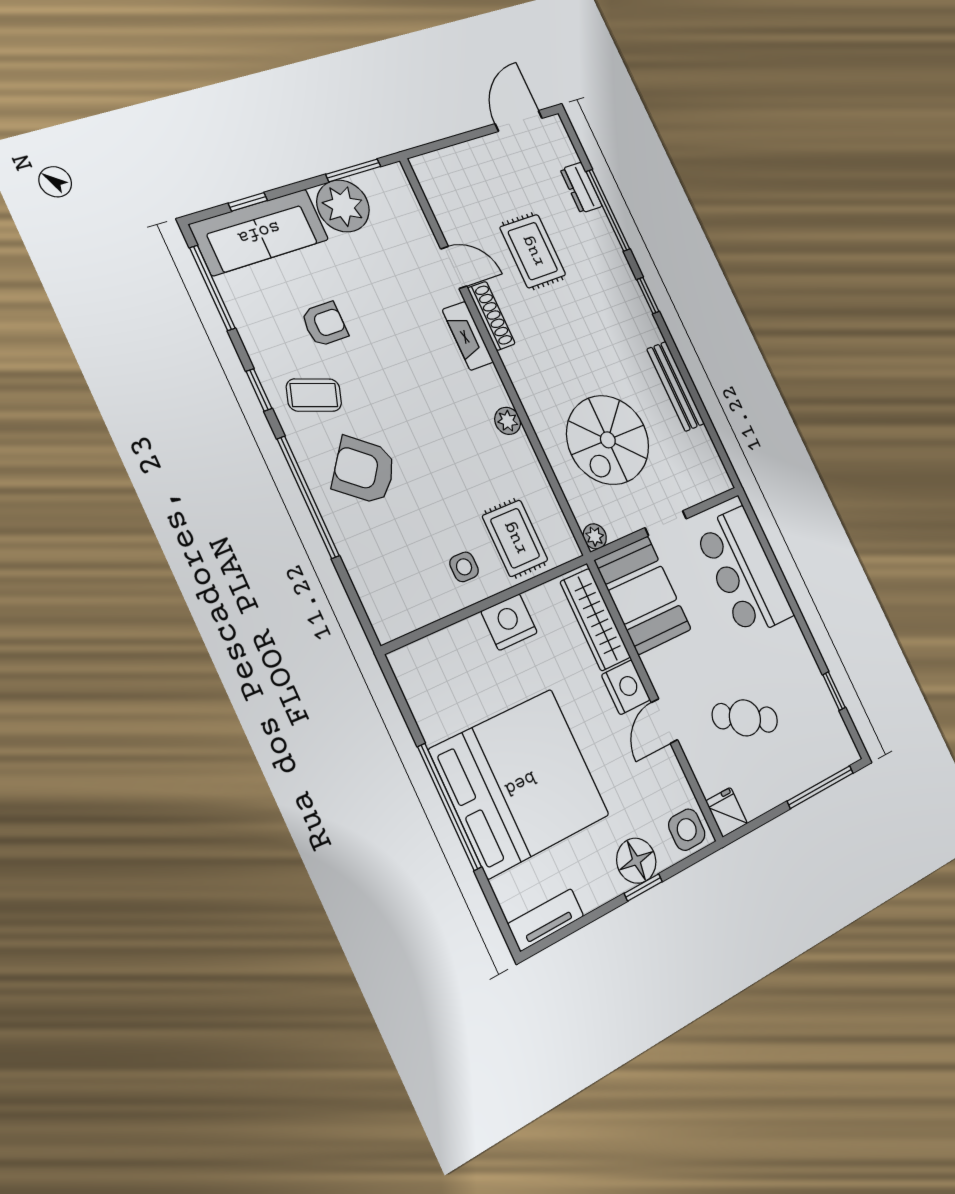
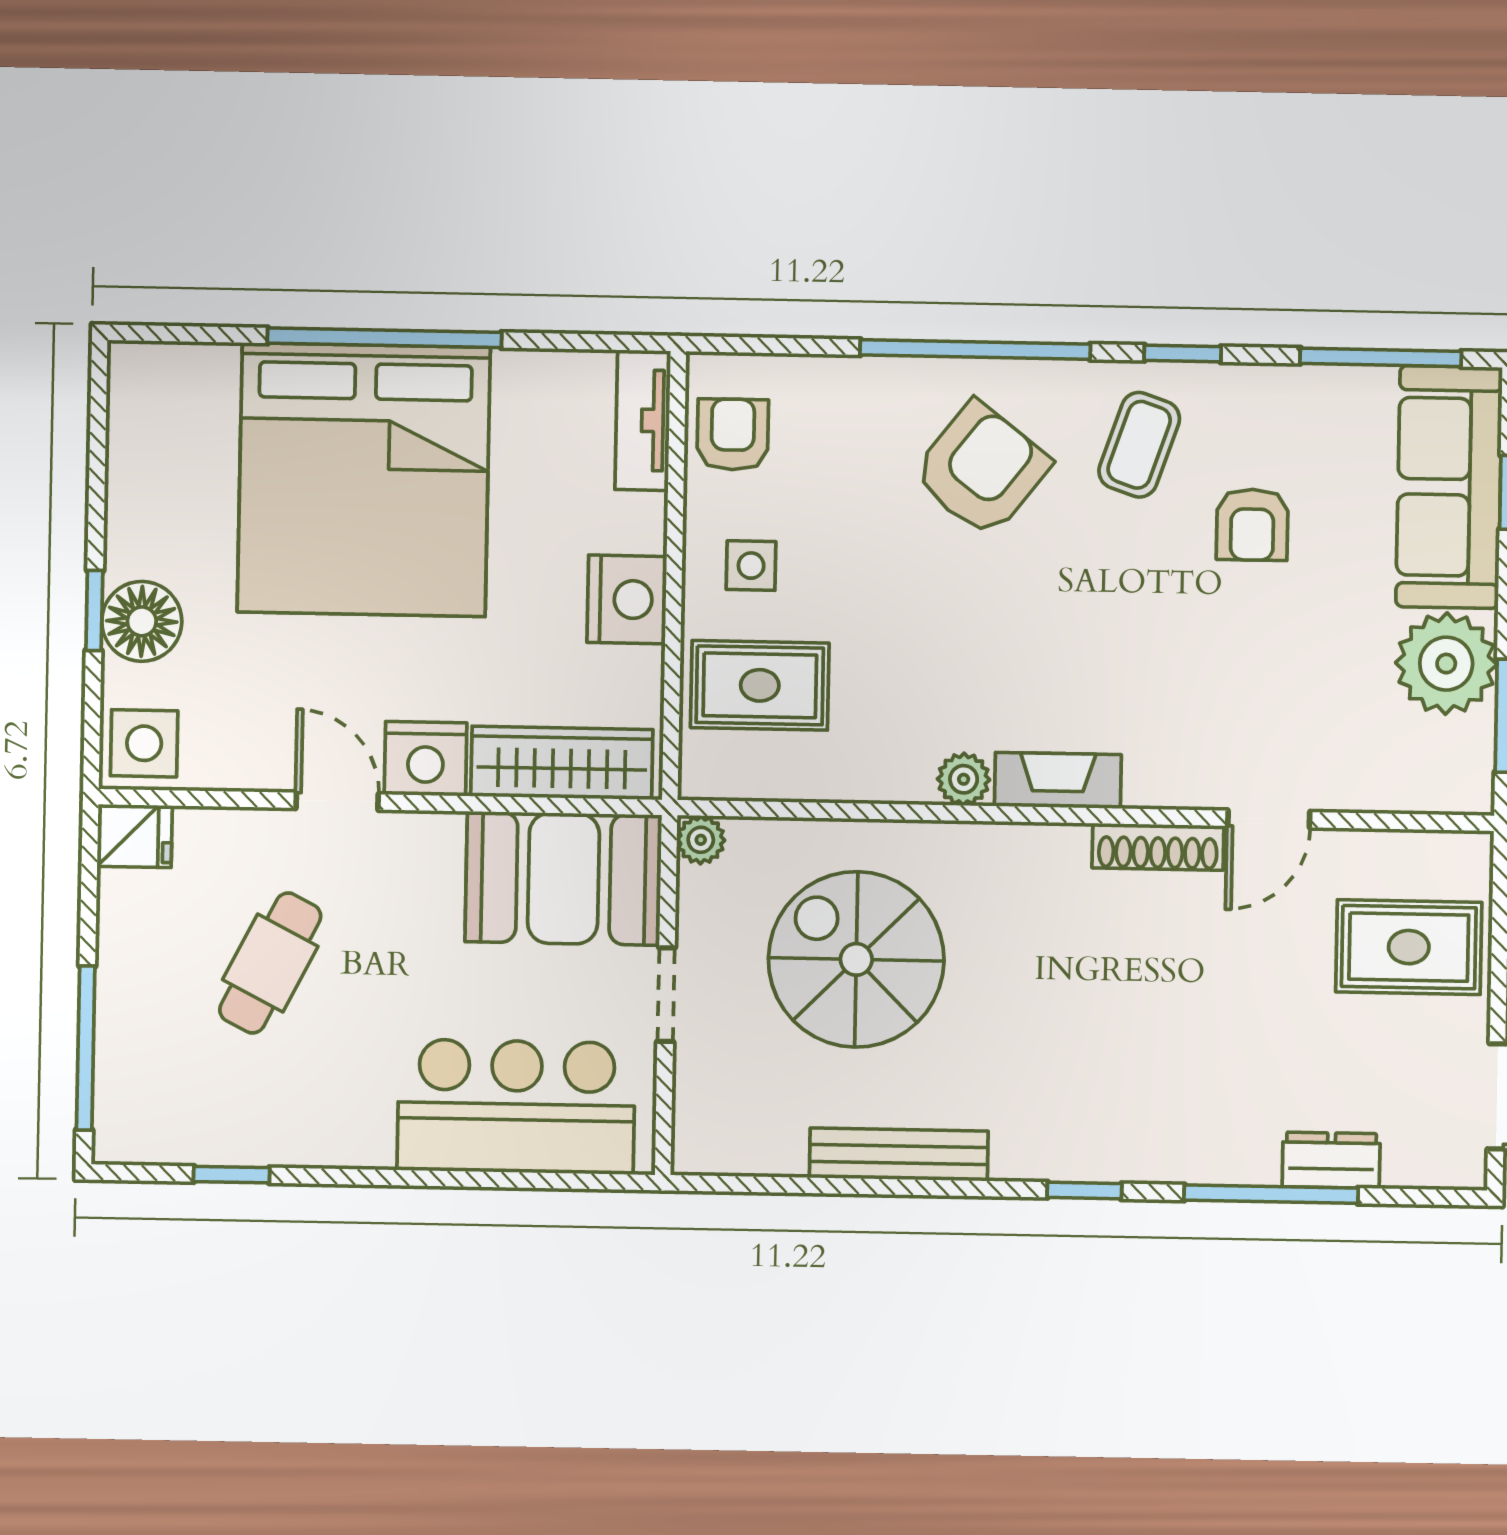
rug: (533, 251) -> (1409, 947), moved
fireplace: (468, 336) -> (1058, 780), moved
armchair: (408, 604) -> (733, 435), added
tv unit: (546, 920) -> (643, 420), moved, turned 180

